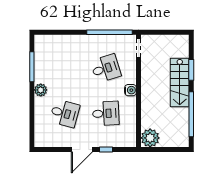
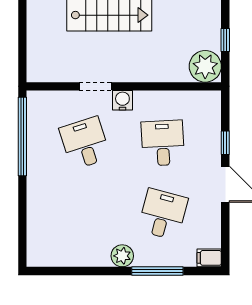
doorway: (139, 48) -> (95, 86), moved
window: (32, 67) -> (157, 271), moved
filing cabinet: (39, 140) -> (209, 258), added
window: (165, 150) -> (225, 40), added

